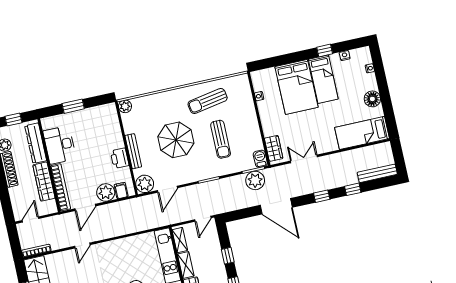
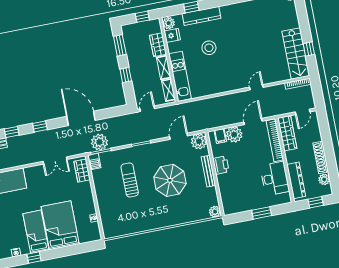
sun lounger: (208, 101) -> (140, 215), removed
wardrobe: (44, 182) -> (287, 133), moved

